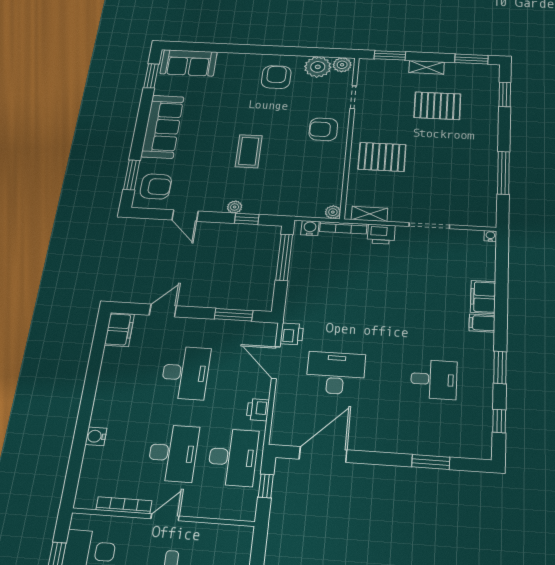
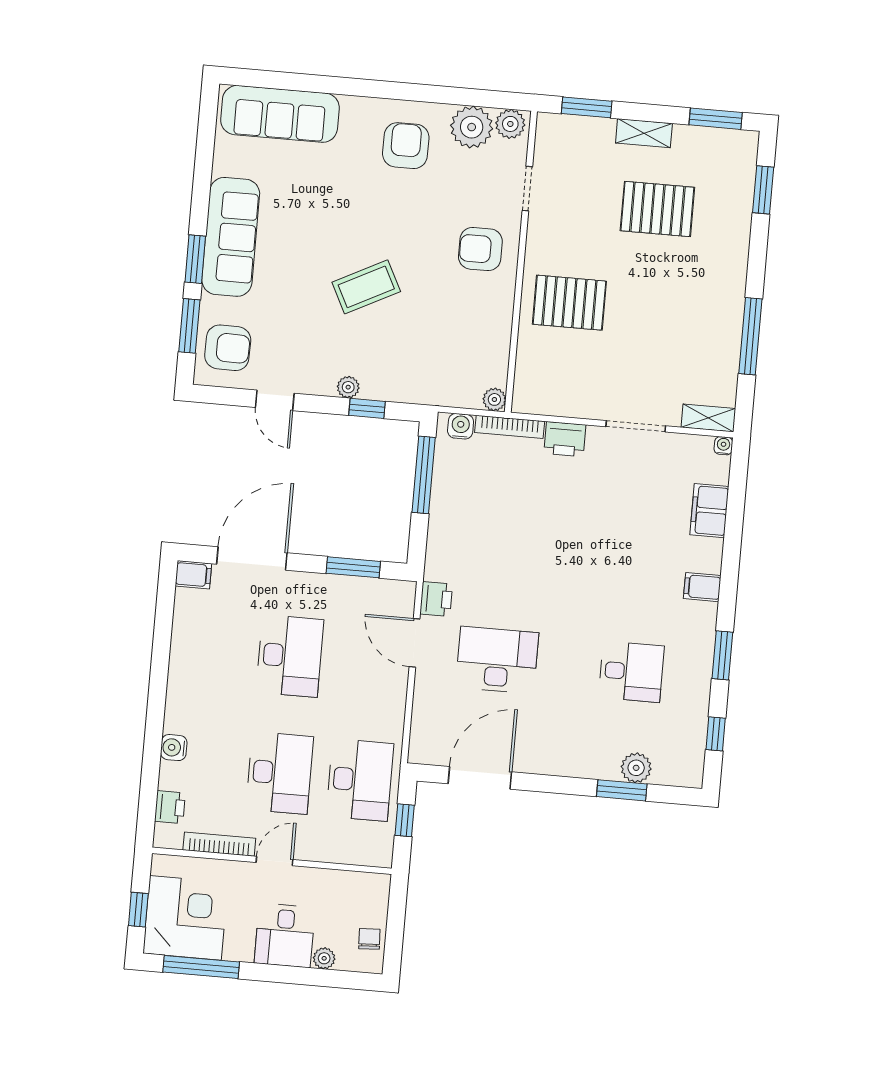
sofa: (189, 63) -> (280, 114), width x1.36
window: (151, 76) -> (195, 259), moved
coffee table: (249, 151) -> (366, 287), turned 63
shelving: (369, 214) -> (708, 418), moved
filing cabinet: (483, 297) -> (709, 511), moved
door: (163, 310) -> (252, 558), width x1.87
filing cabinet: (119, 330) -> (193, 575), width x0.50
printer: (258, 410) -> (170, 807), moved, turned 180
plant: (441, 446) -> (636, 768), added

